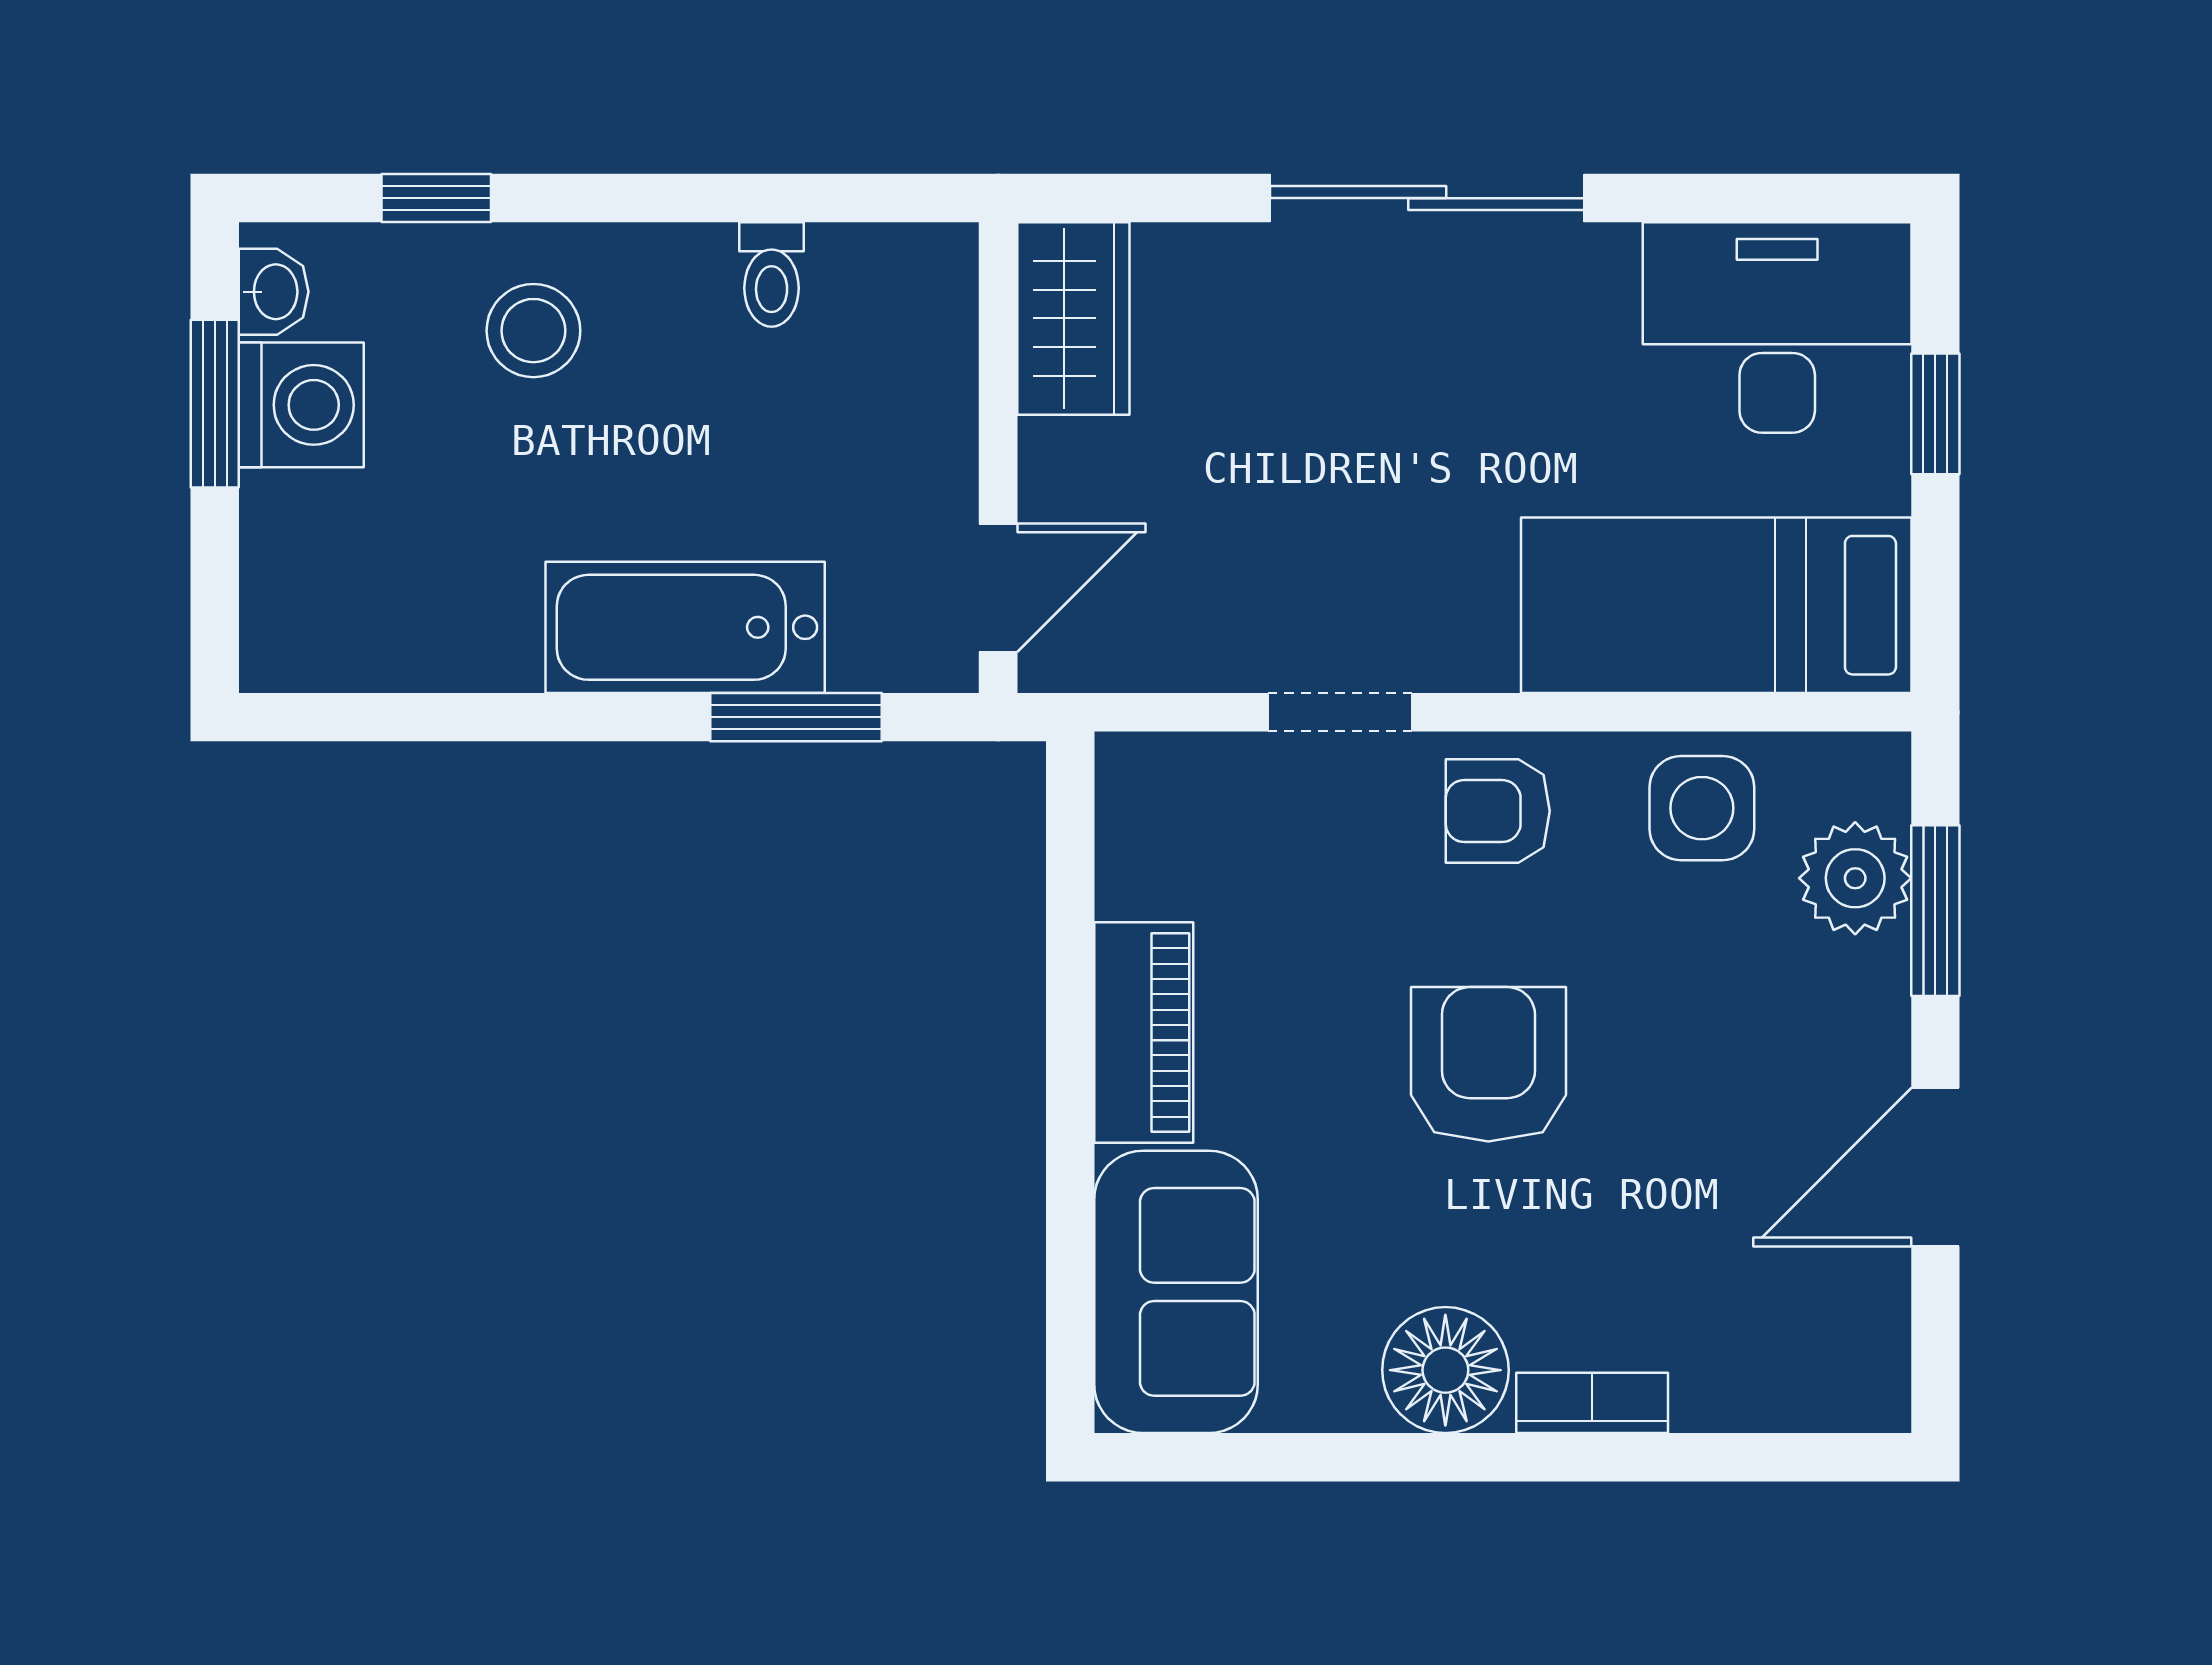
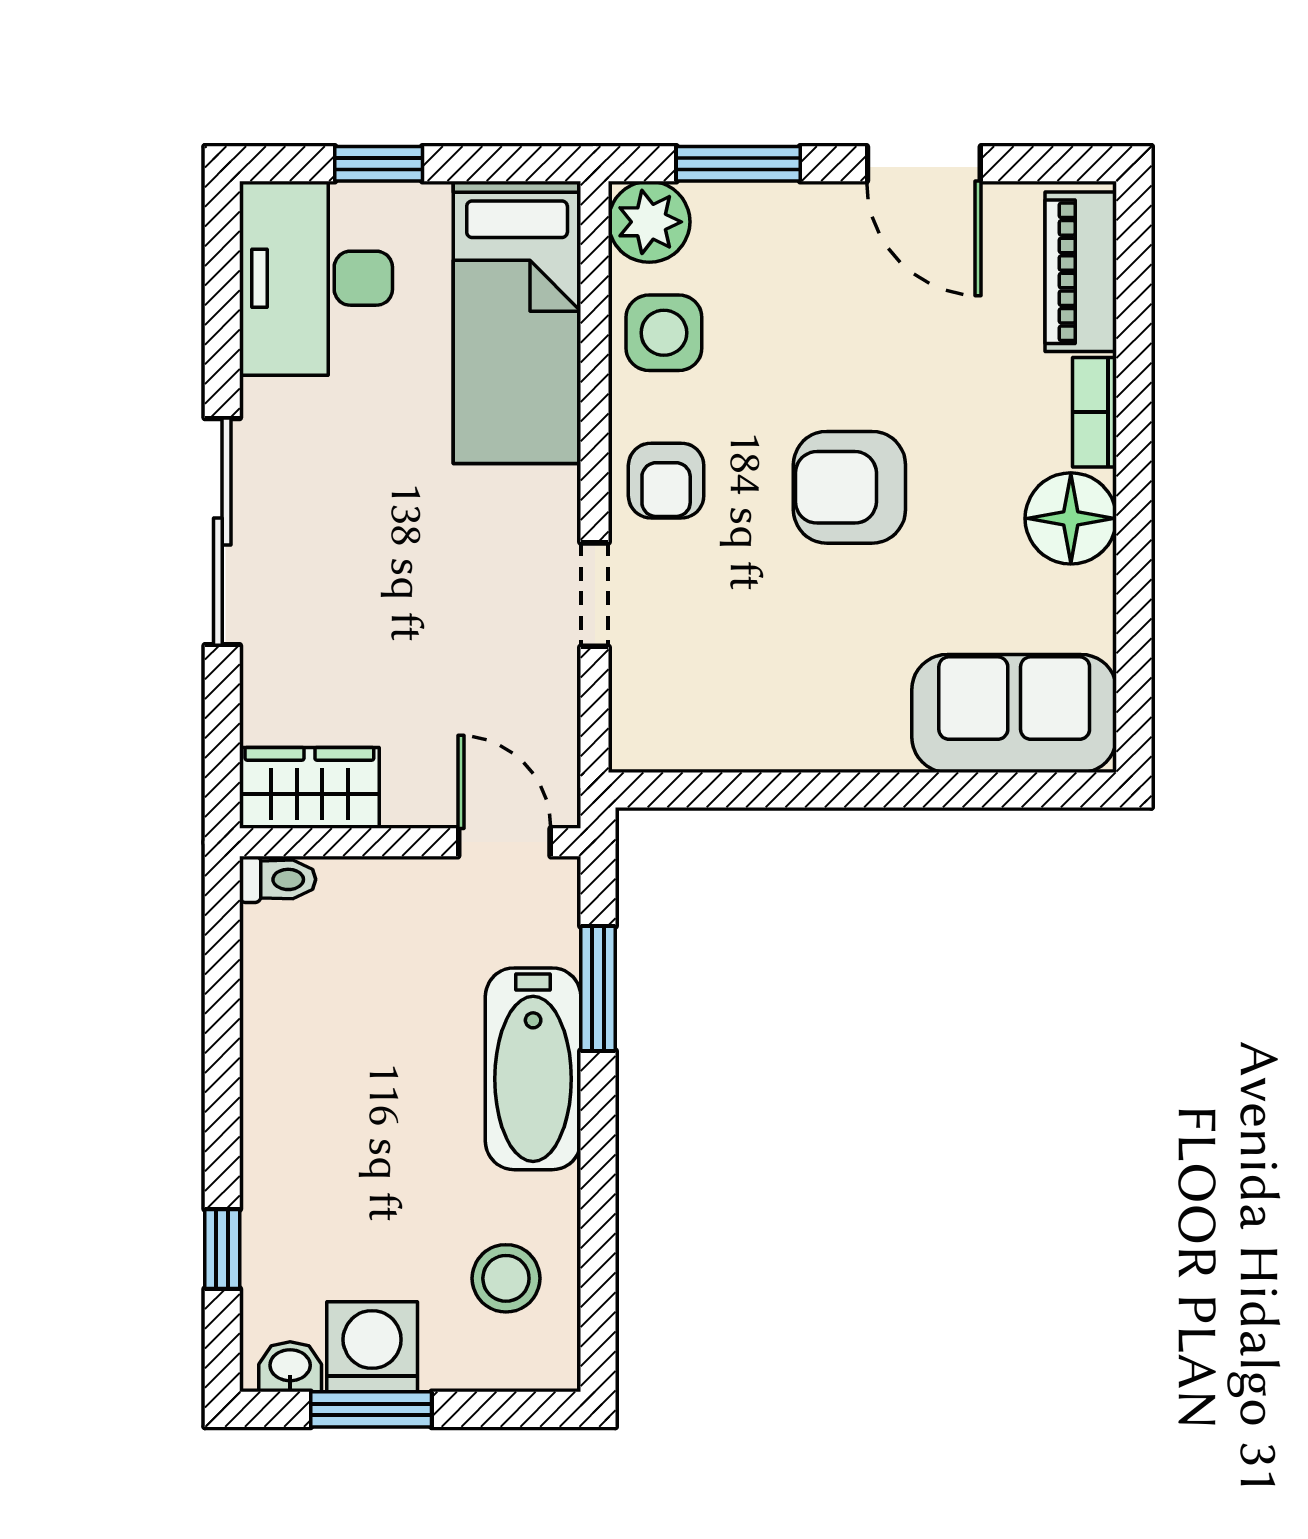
toilet: (772, 274) -> (278, 879), moved
stool: (533, 331) -> (506, 1278), moved
plant: (1855, 878) -> (649, 222), moved
piano: (1144, 1033) -> (1081, 272), moved, turned -90

